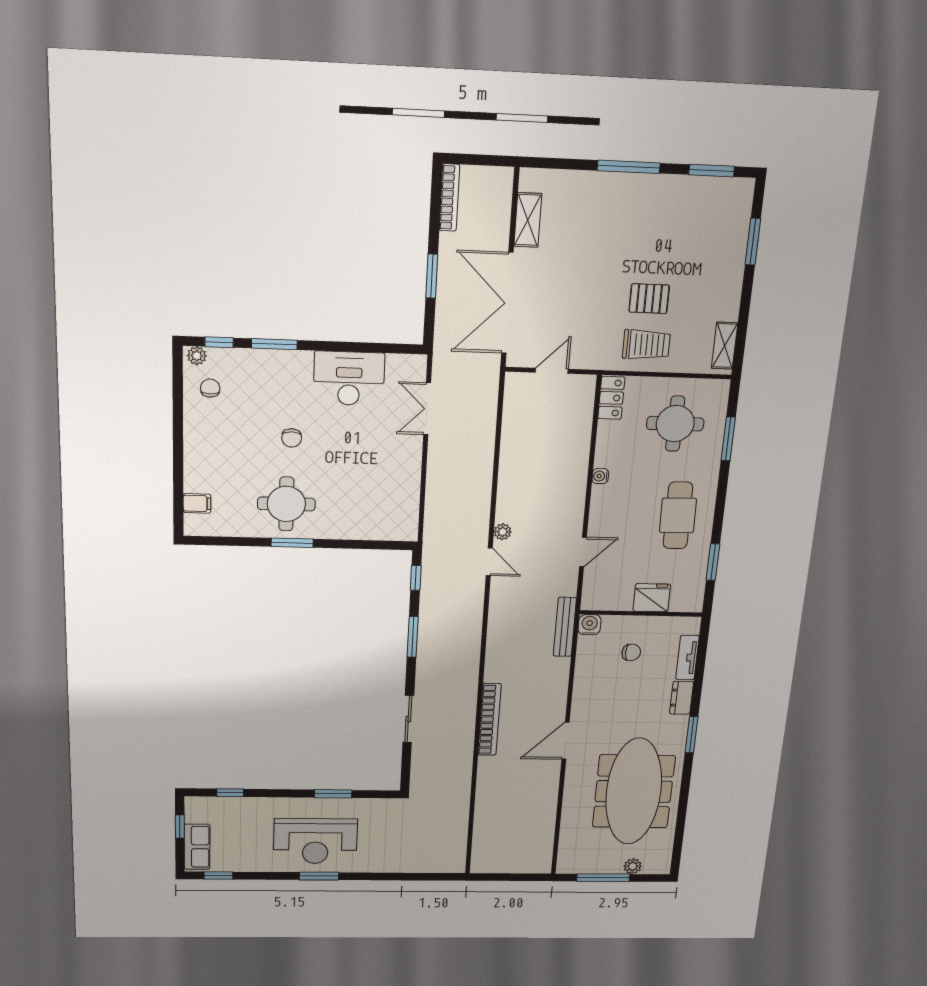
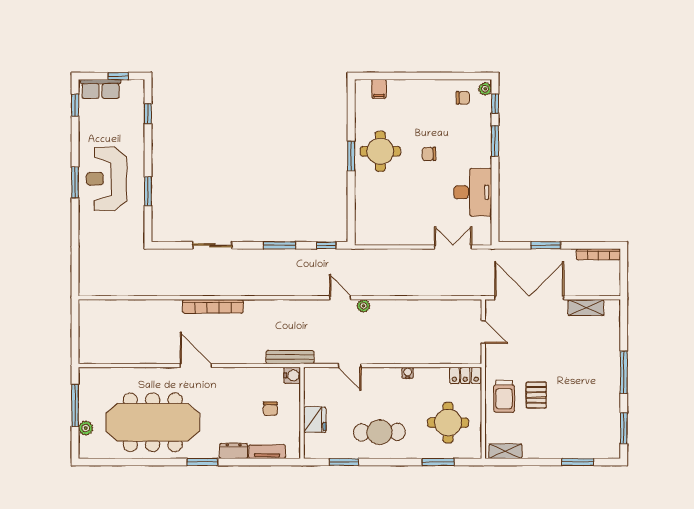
door: (489, 562) -> (340, 298), swing flipped

